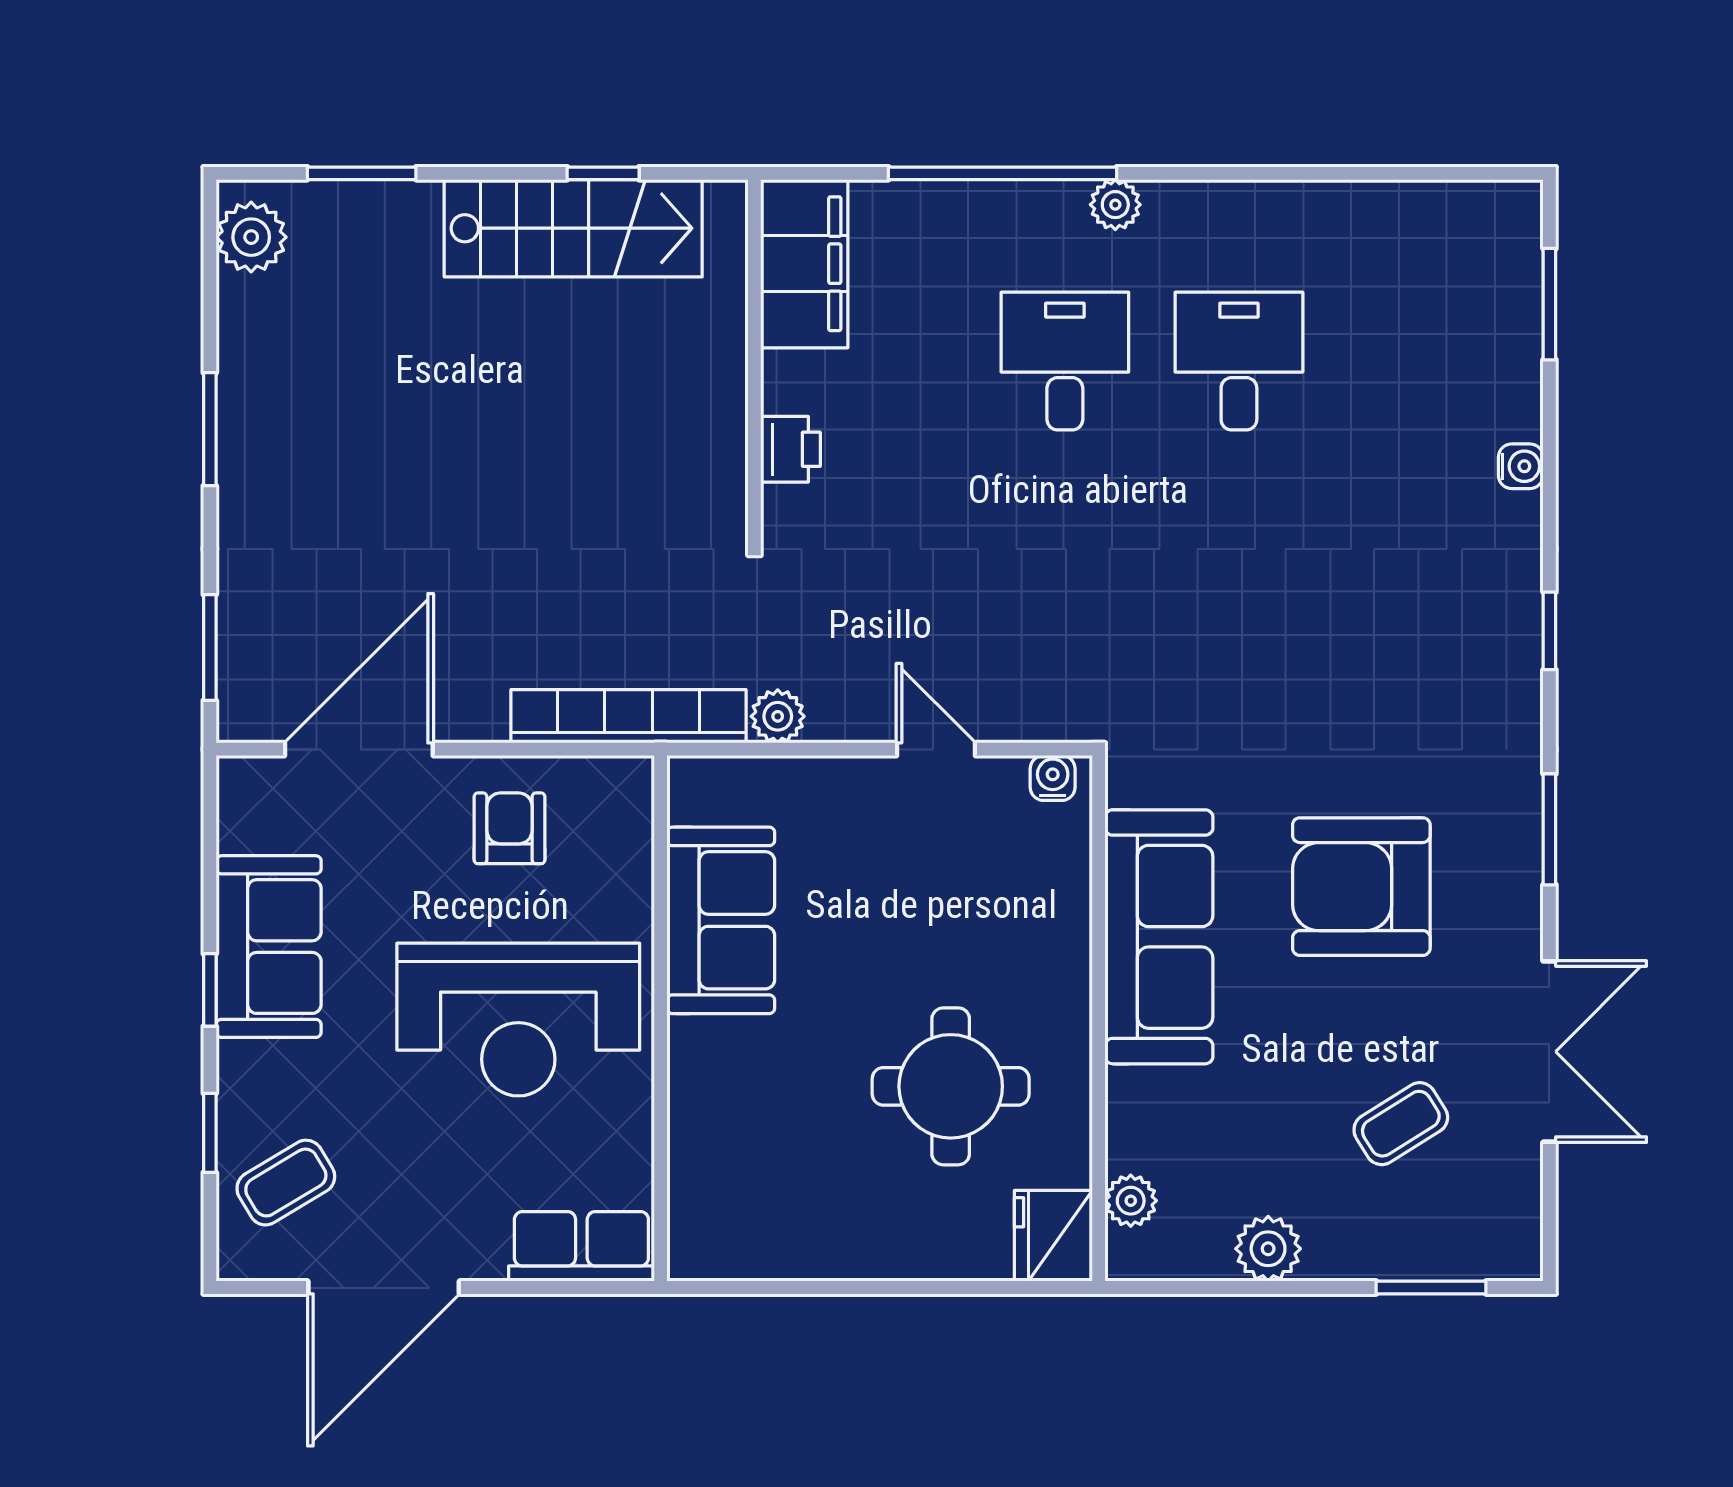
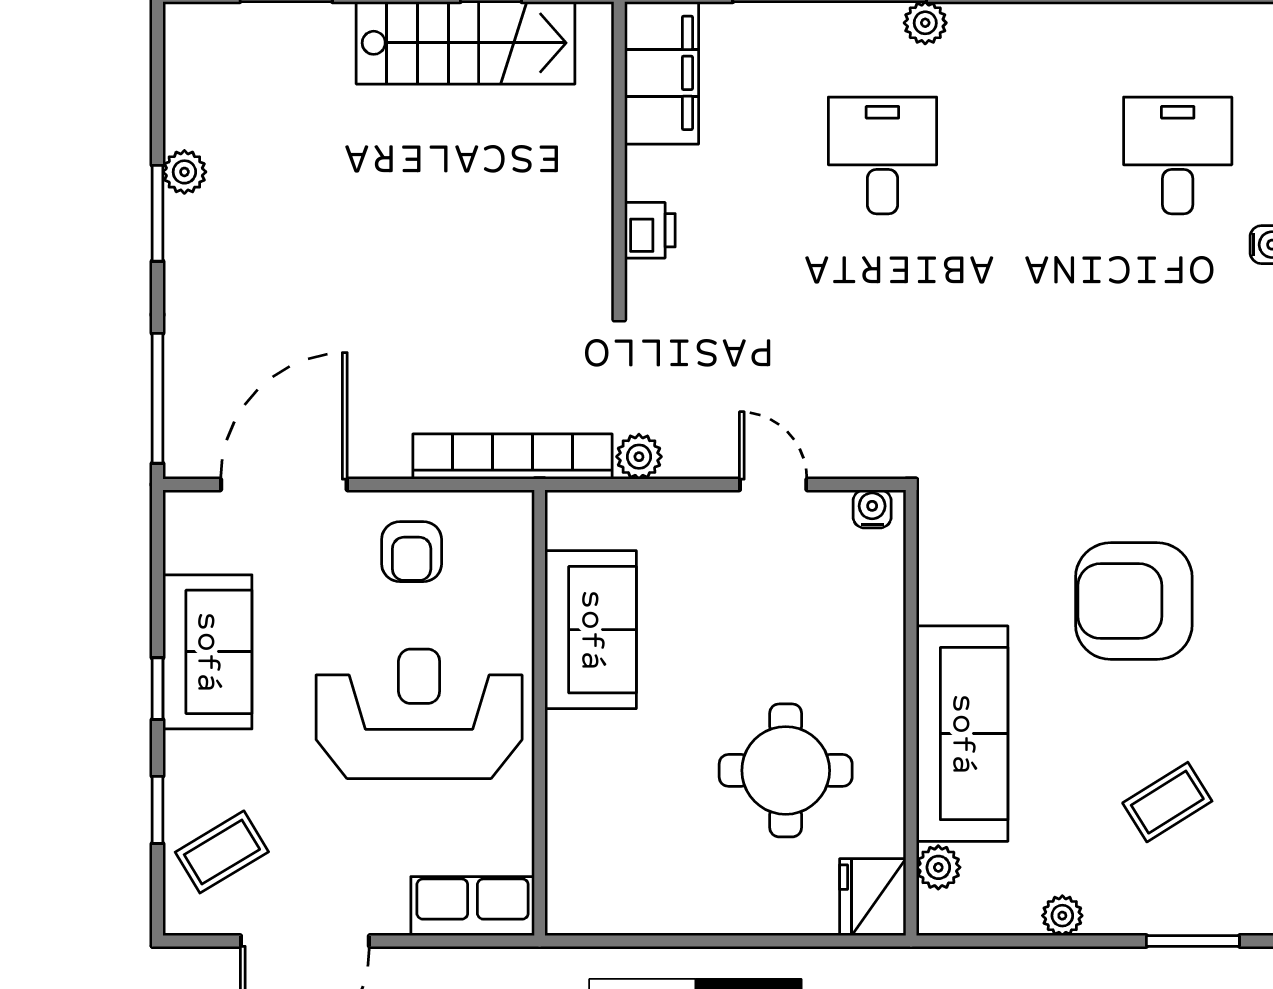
plant: (251, 237) -> (184, 172), moved, width x0.73, depth x0.73
desk: (1239, 361) -> (1178, 155), moved
window: (210, 647) -> (157, 398), width x1.44
armchair: (509, 828) -> (412, 552), turned 180
sofa: (1159, 937) -> (962, 734), moved
reception desk: (518, 1020) -> (419, 714), turned 180
plant: (1268, 1249) -> (1062, 916), width x0.73, depth x0.73

